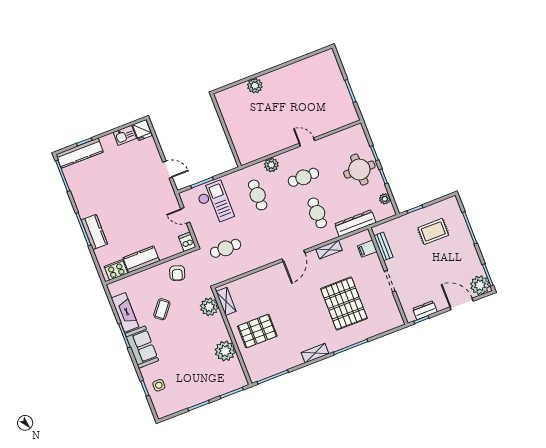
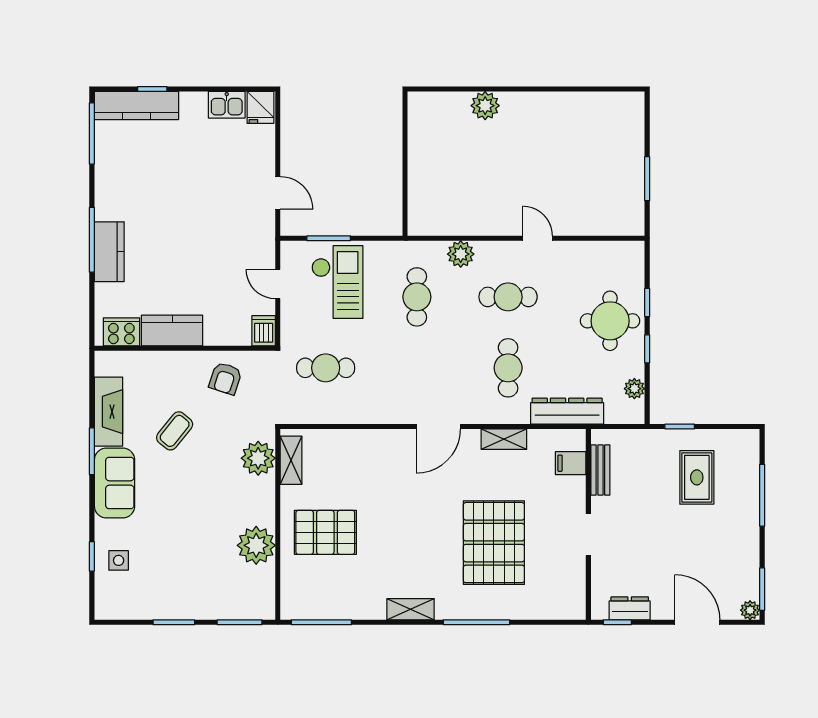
rug: (433, 231) -> (697, 477), turned 90
plant: (480, 285) -> (750, 610), width x0.53, depth x0.53

